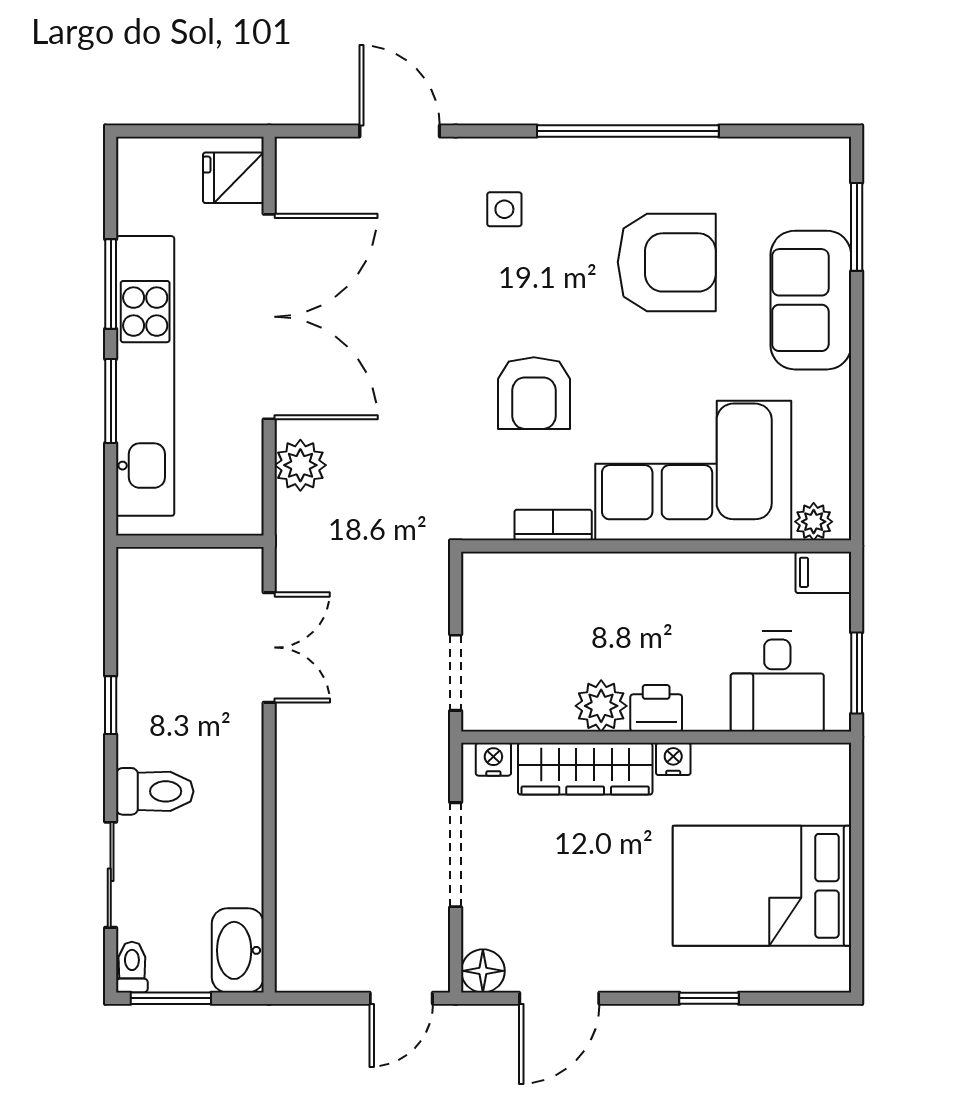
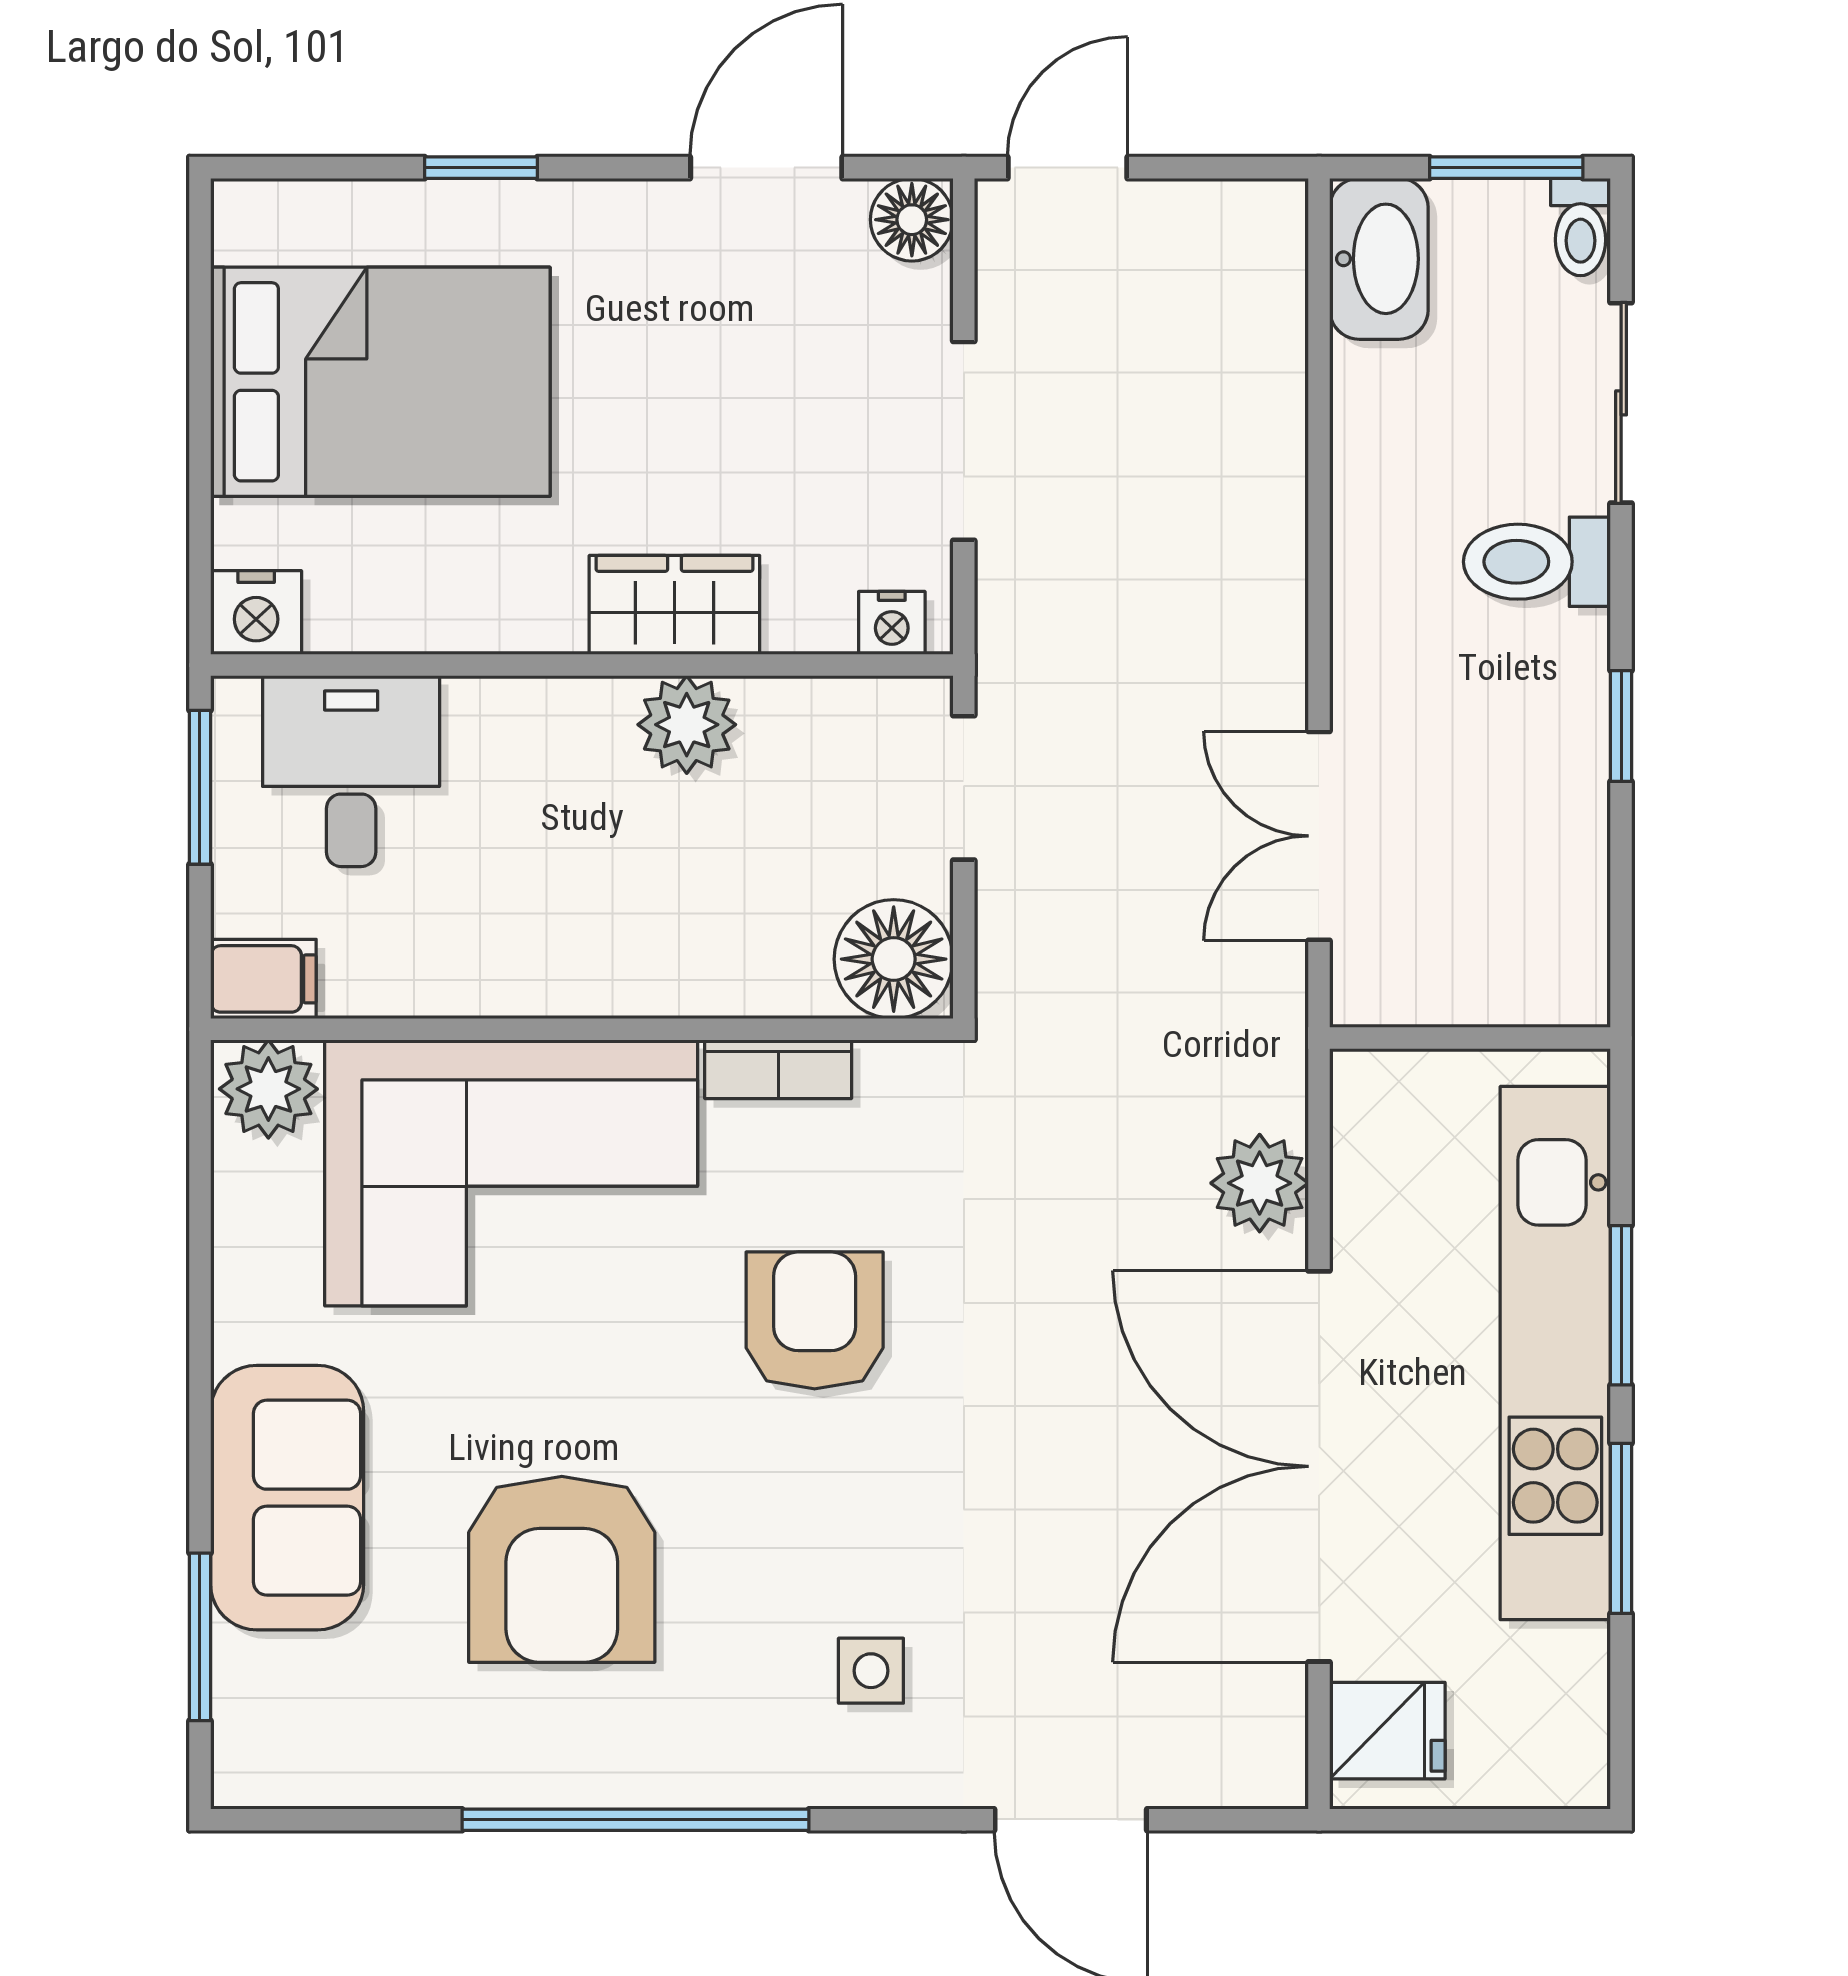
armchair: (667, 262) -> (562, 1569), turned -90
plant: (814, 522) -> (268, 1089), width x1.38, depth x1.38
floor lamp: (492, 583) -> (894, 959), added
printer: (656, 708) -> (582, 720), removed
nightstand: (673, 759) -> (256, 613), moved, width x1.39, depth x1.35
wardrobe: (585, 769) -> (674, 605), width x0.67

